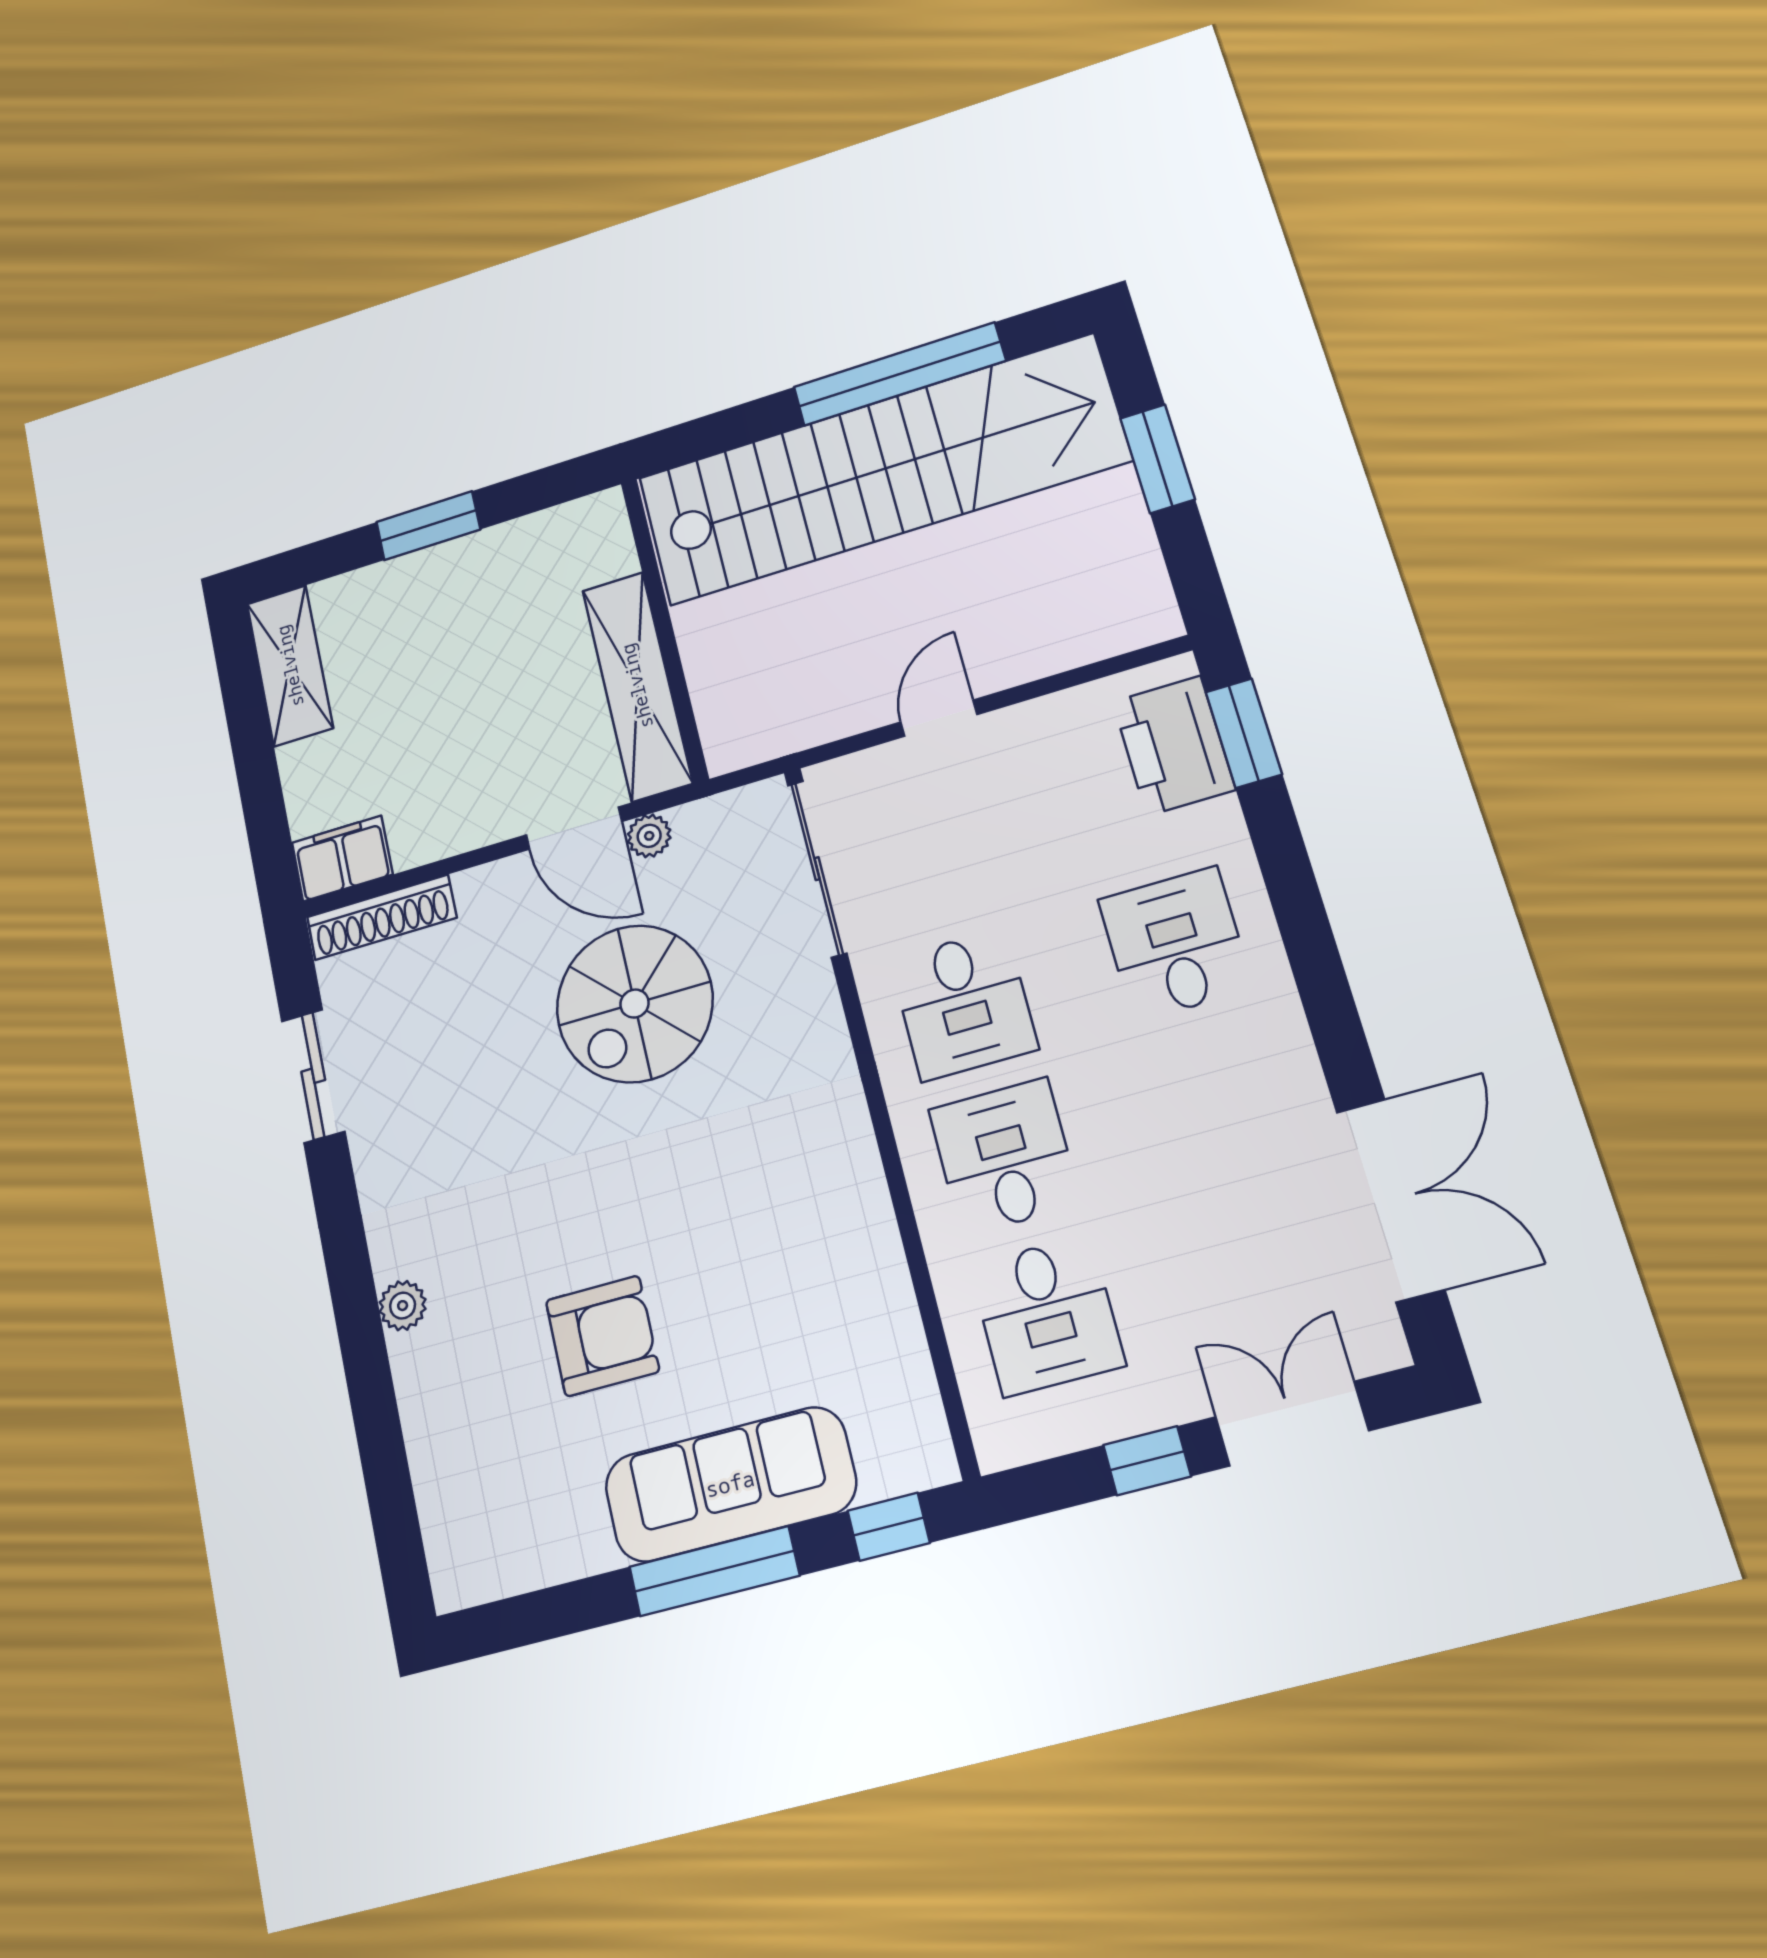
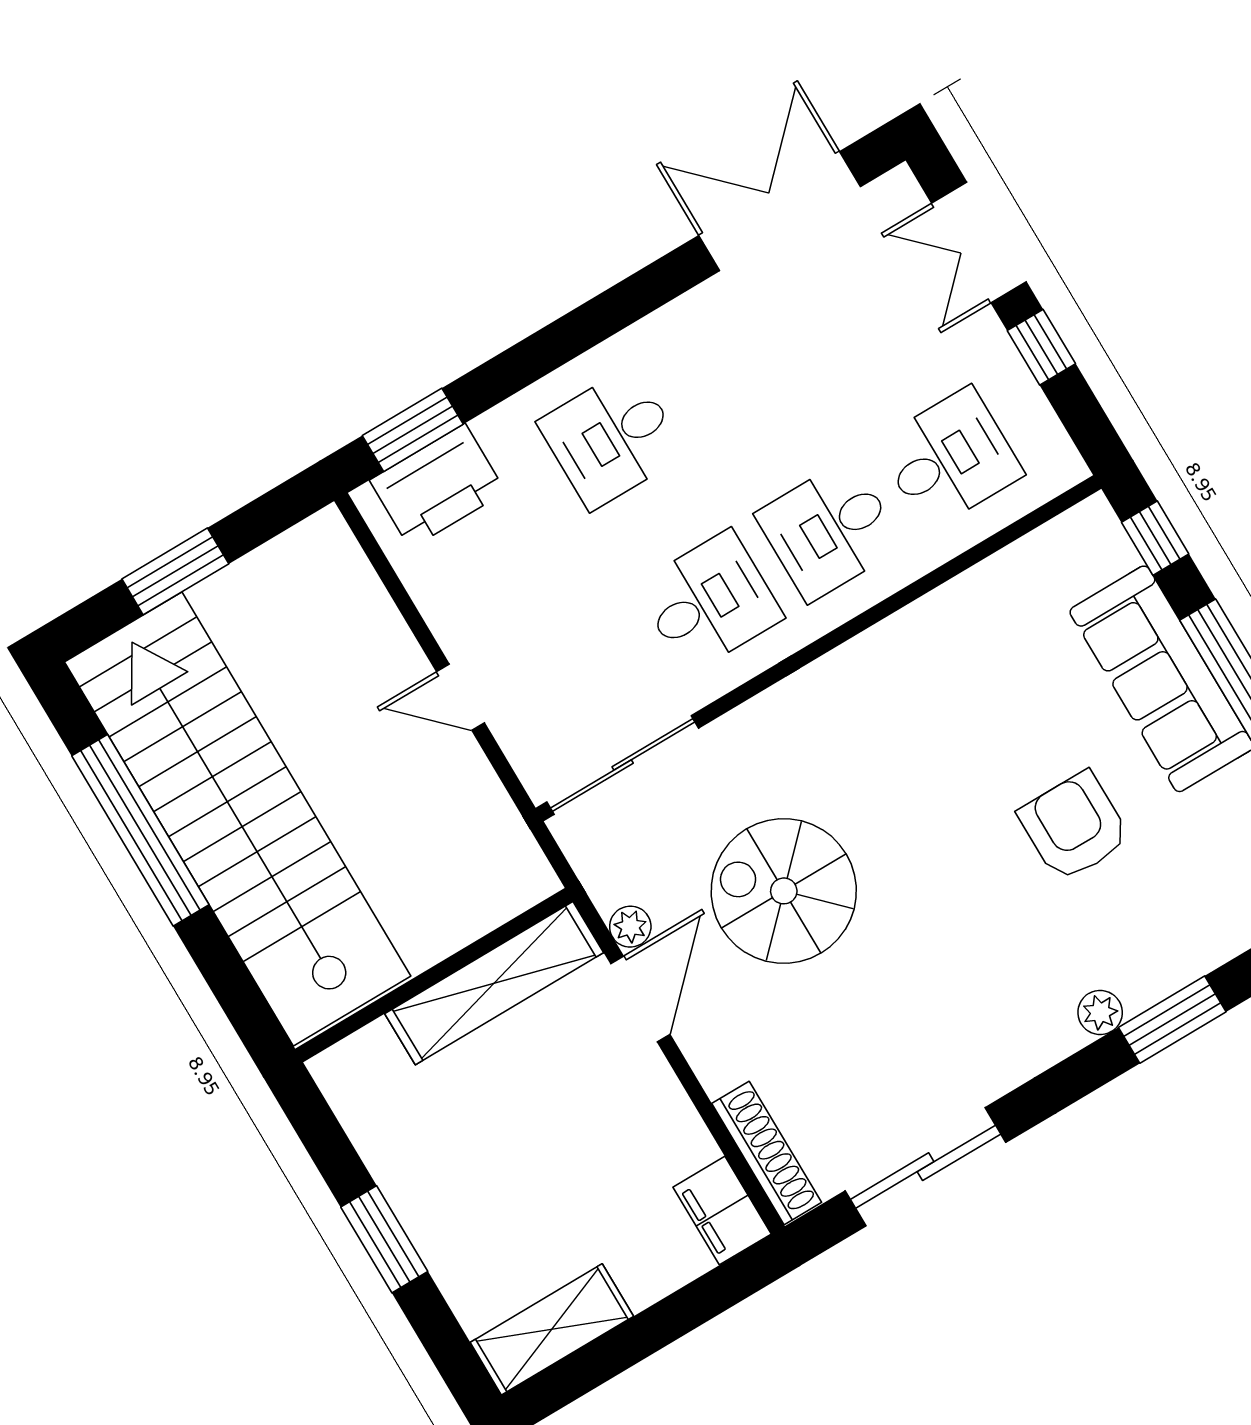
spiral stairs: (635, 1004) -> (784, 891), turned 180
sliding door: (313, 1076) -> (926, 1167), width x1.37
window: (370, 1382) -> (1172, 1020), added

